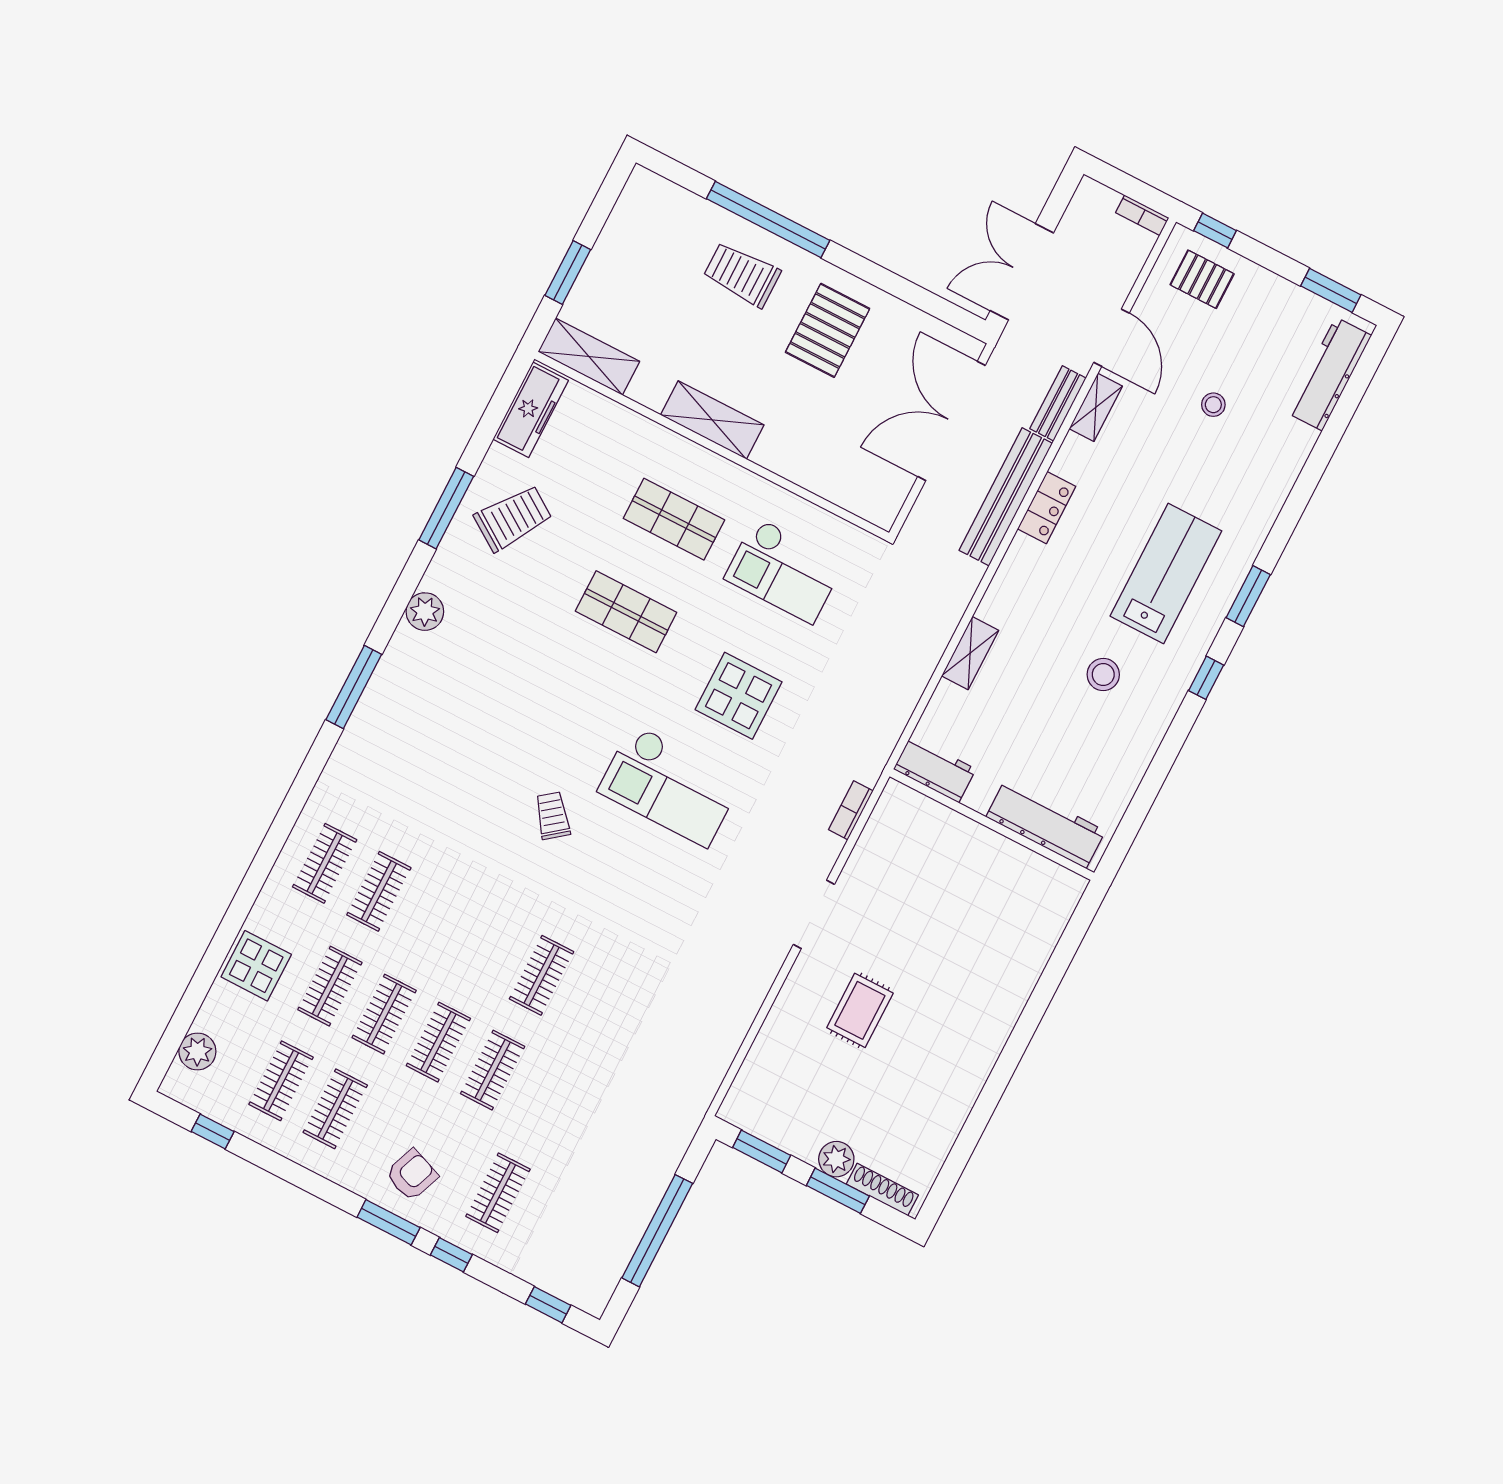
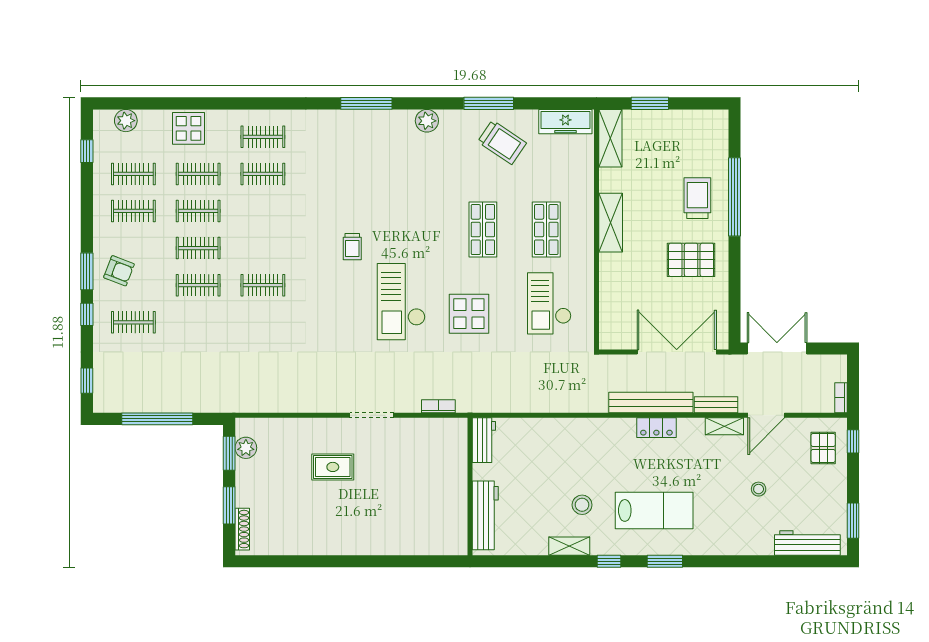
shelving: (970, 653) -> (569, 546), moved
trolley: (553, 816) -> (352, 247), turned 128
plant: (836, 1159) -> (246, 448), moved

